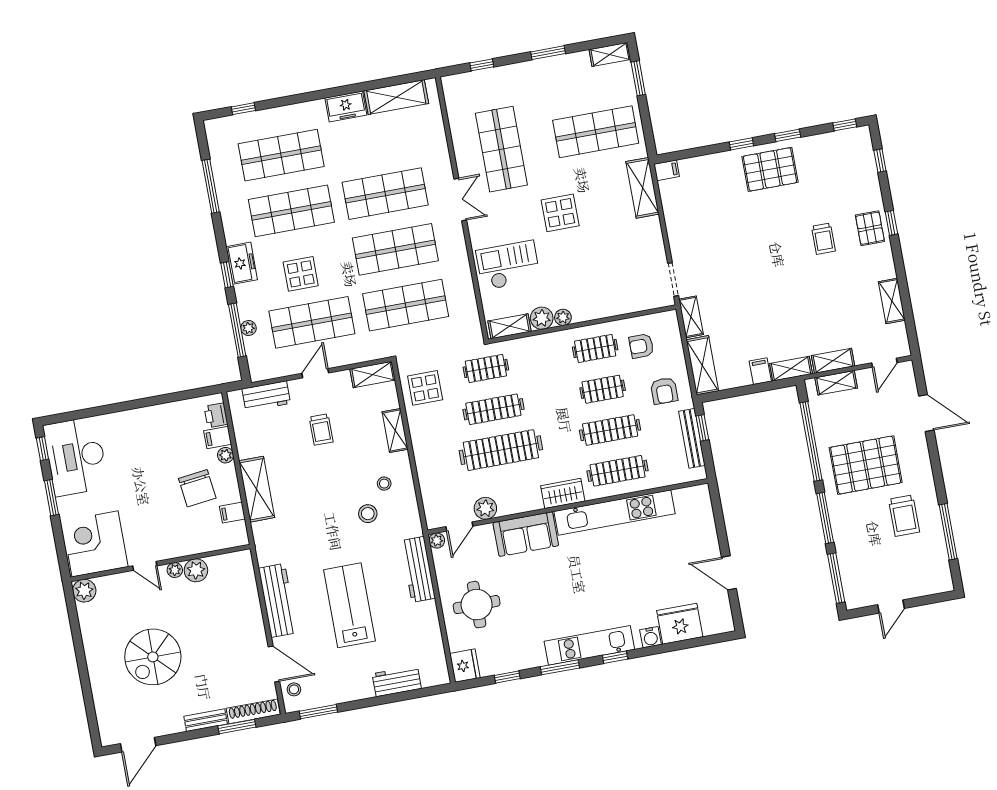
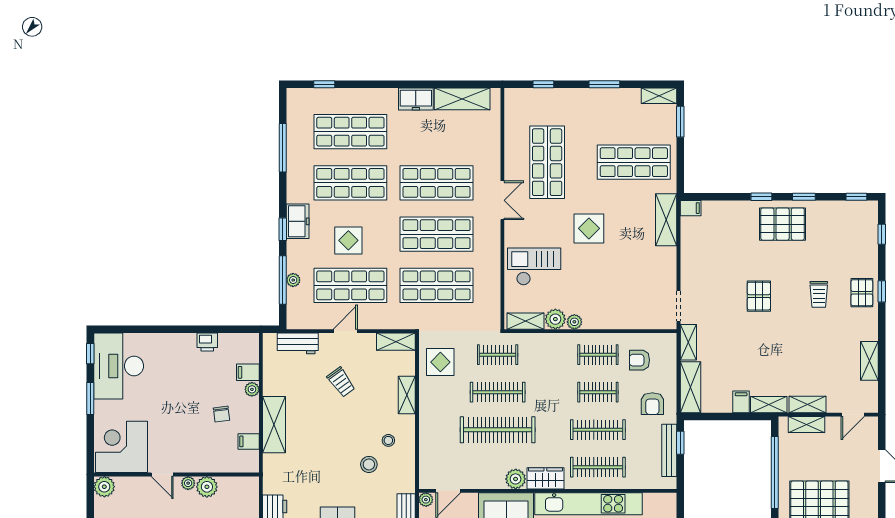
pallet: (759, 252) -> (759, 296), added
printer: (216, 415) -> (207, 342), moved, turned -90
trolley: (321, 430) -> (341, 382), turned -36
chair: (197, 488) -> (221, 414), width x0.54, depth x0.54
plant: (485, 508) -> (516, 479), moved

